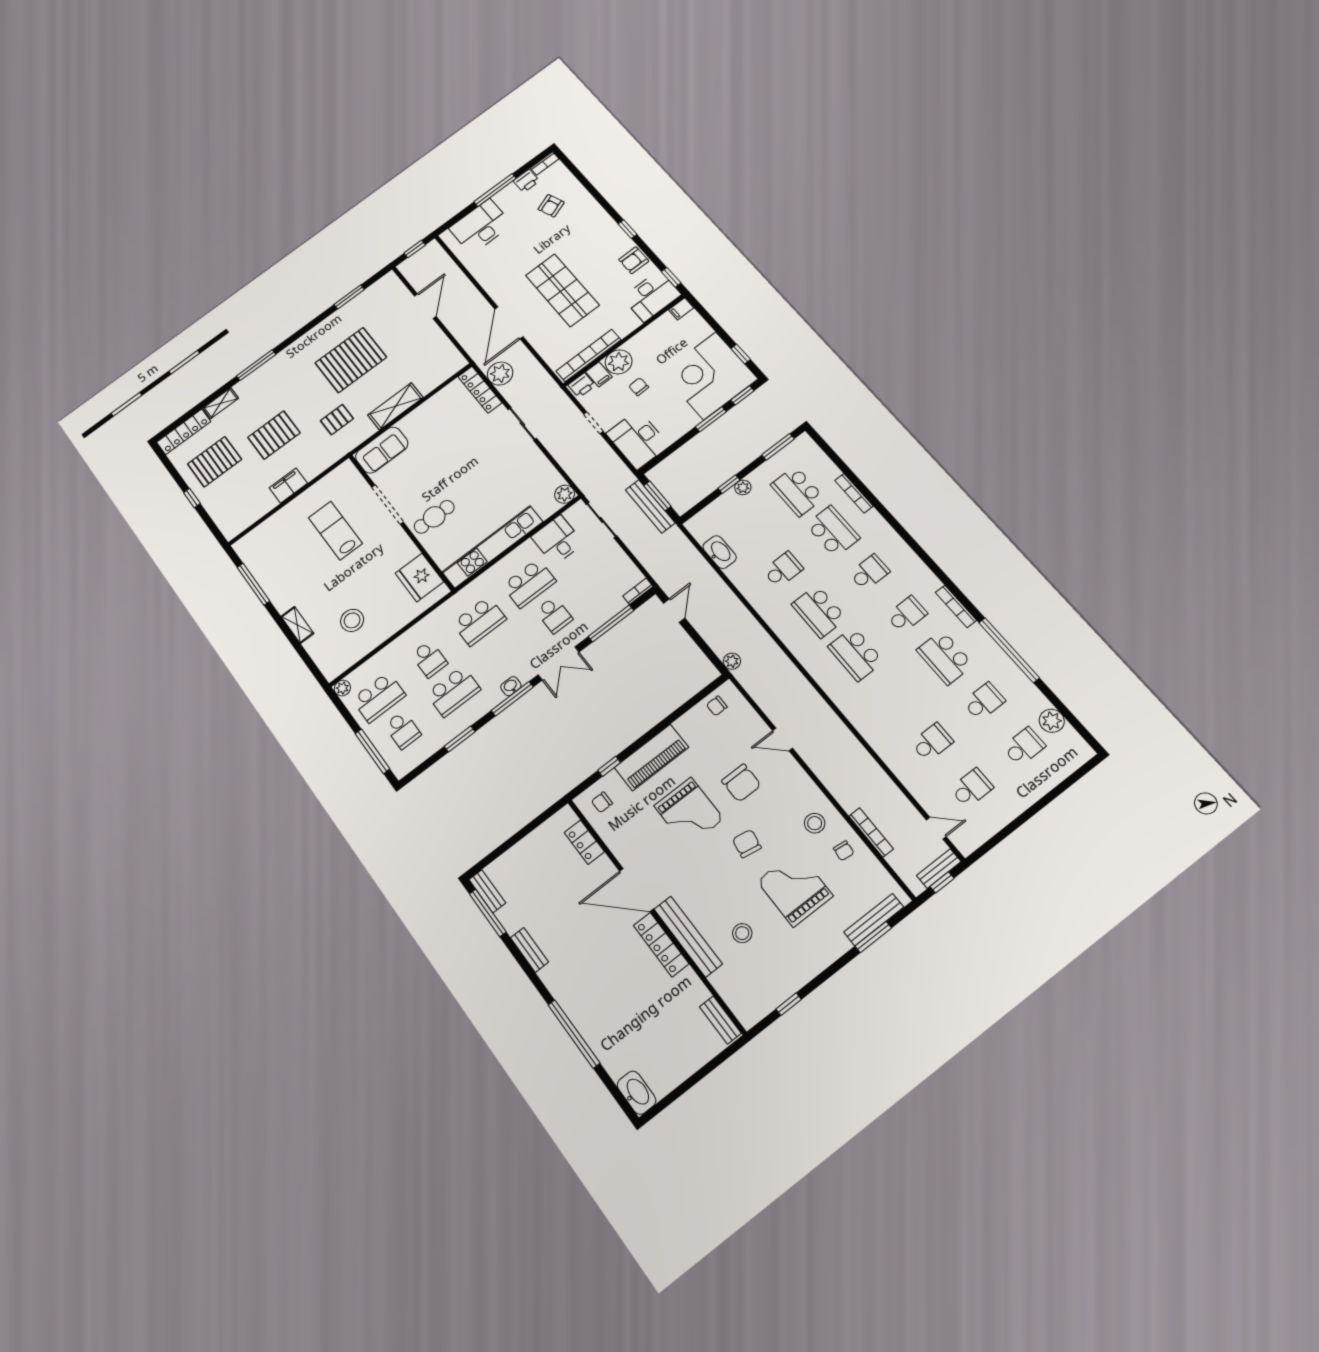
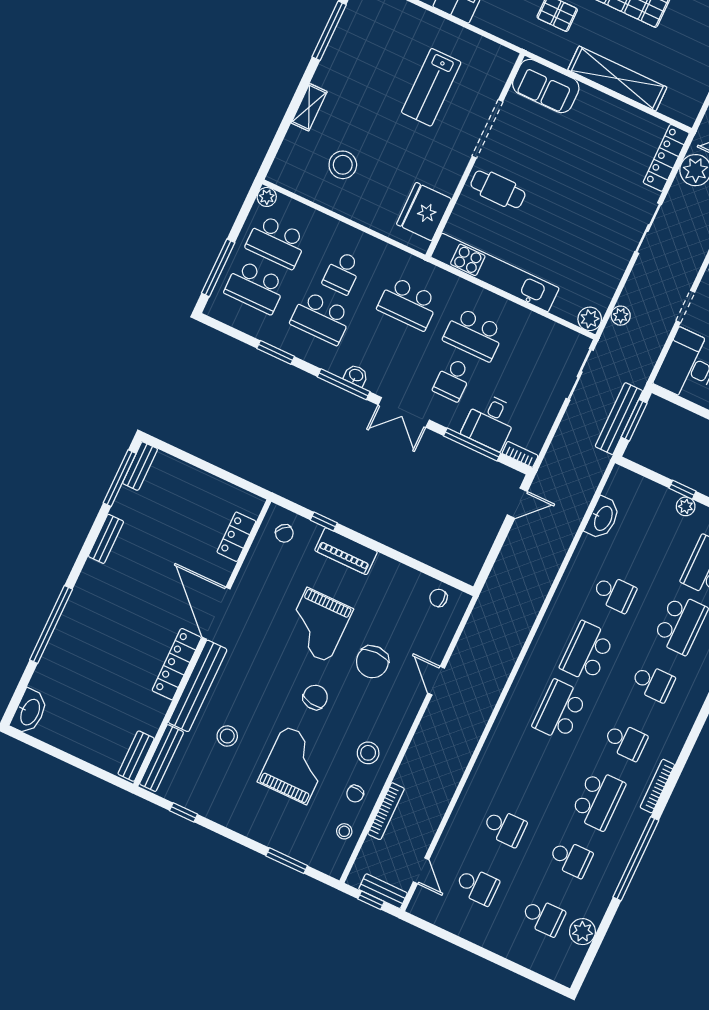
shelving: (395, 406) -> (617, 78), width x1.47
lab bench: (335, 530) -> (431, 87), turned 180
desk: (557, 540) -> (490, 422), moved, turned 180
school desk: (945, 657) -> (598, 800), turned 180
plant: (732, 661) -> (621, 316), moved
school desk: (403, 730) -> (255, 287), width x1.85
piano: (652, 757) -> (346, 551), width x0.73, depth x0.75
chair: (602, 802) -> (284, 533), turned -135
stool: (871, 876) -> (344, 831), added
bench: (874, 920) -> (162, 758), moved, turned 90

